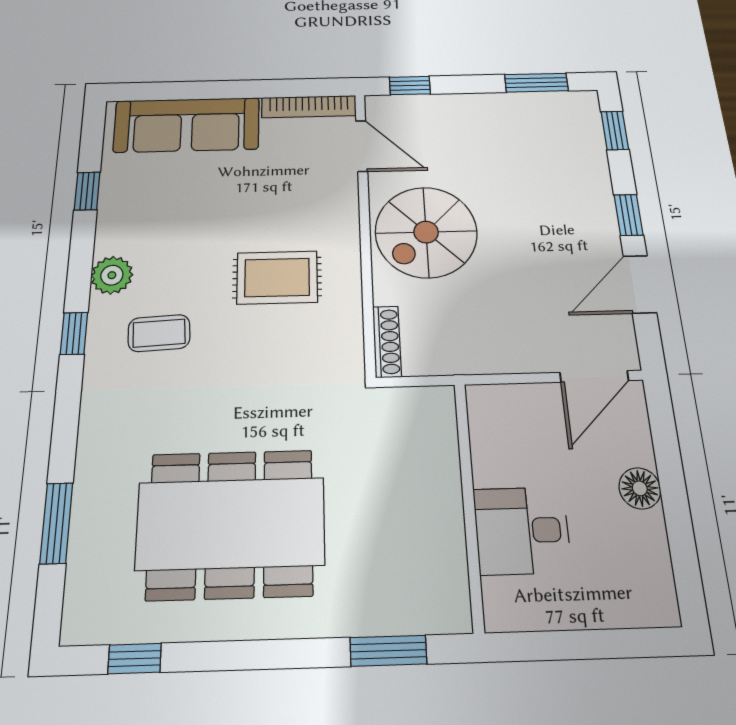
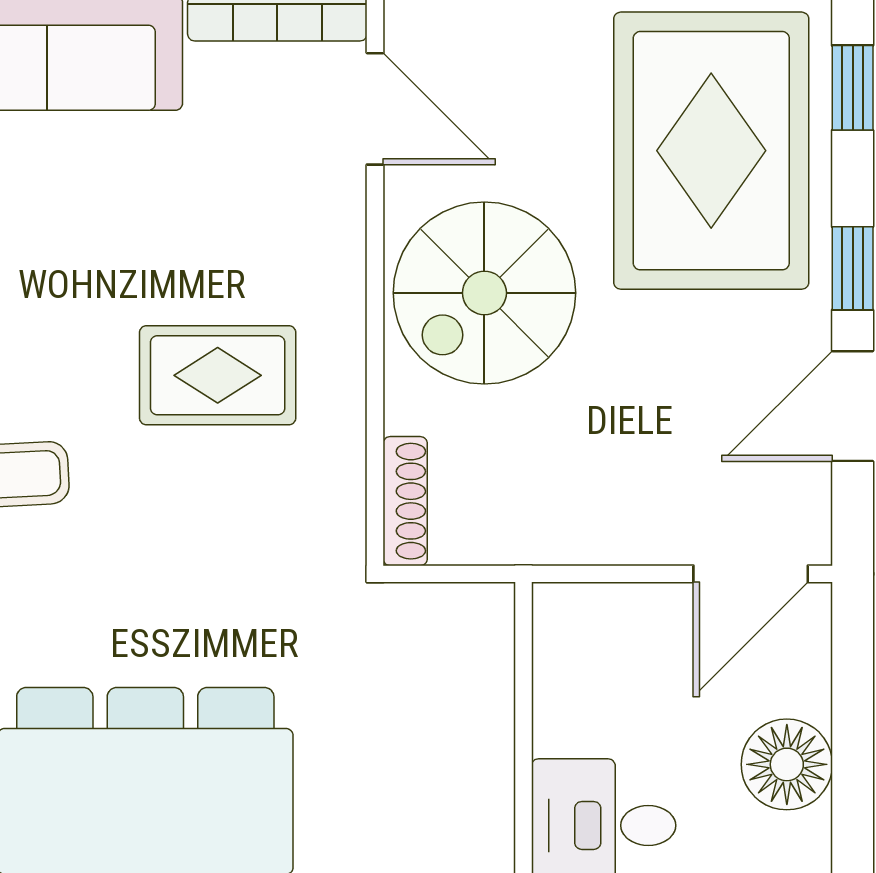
rug: (544, 161) -> (711, 151), added
floor lamp: (640, 488) -> (787, 764), width x1.38, depth x1.38

